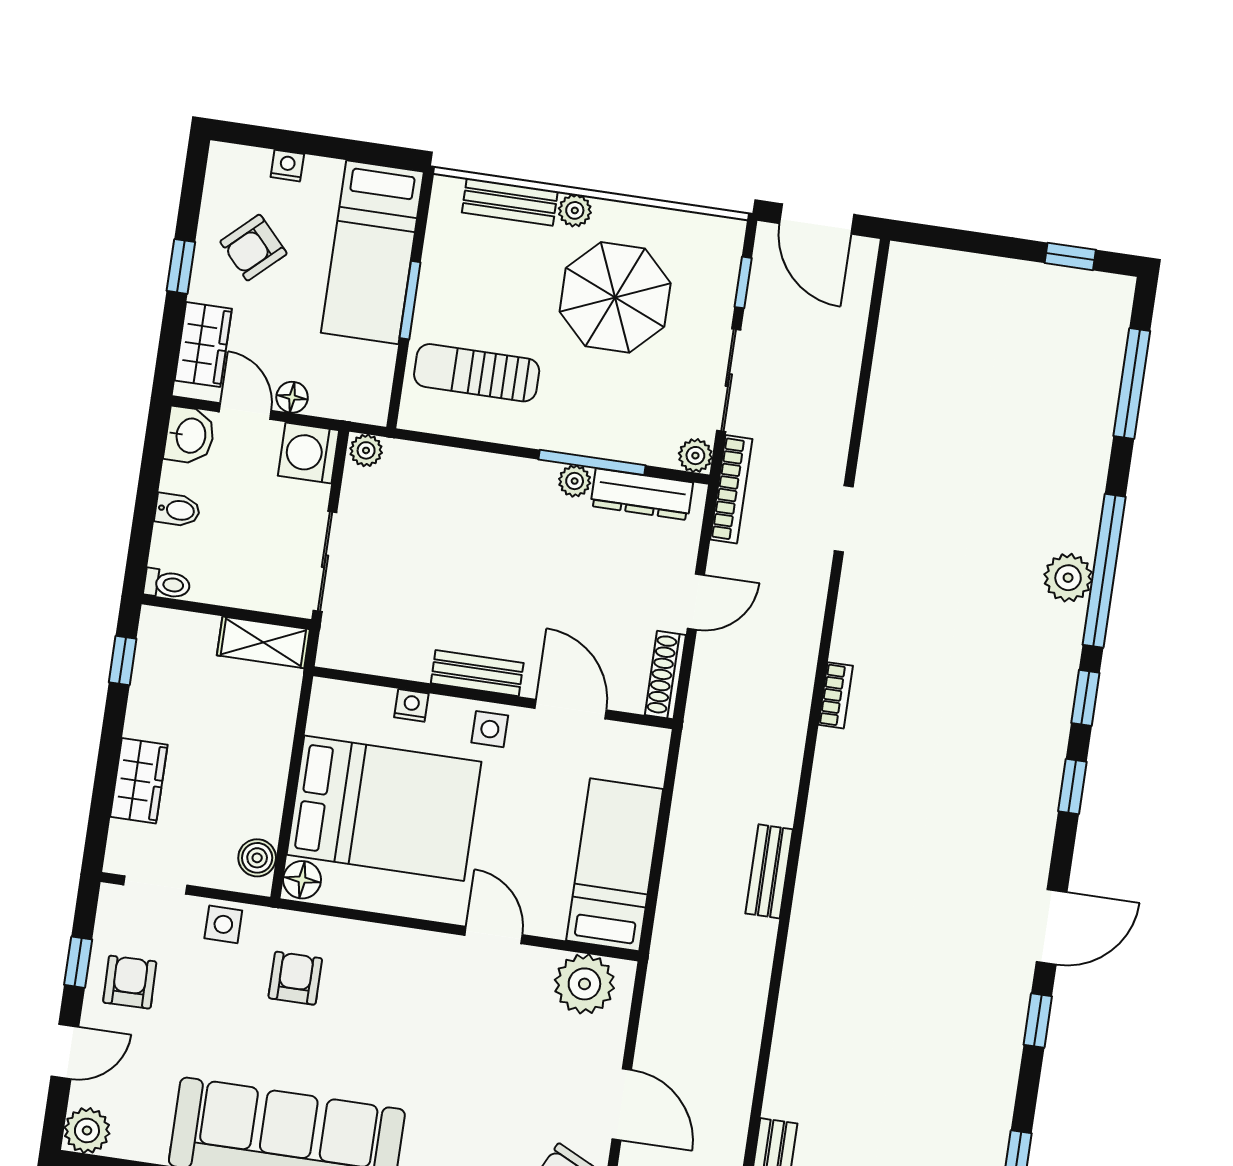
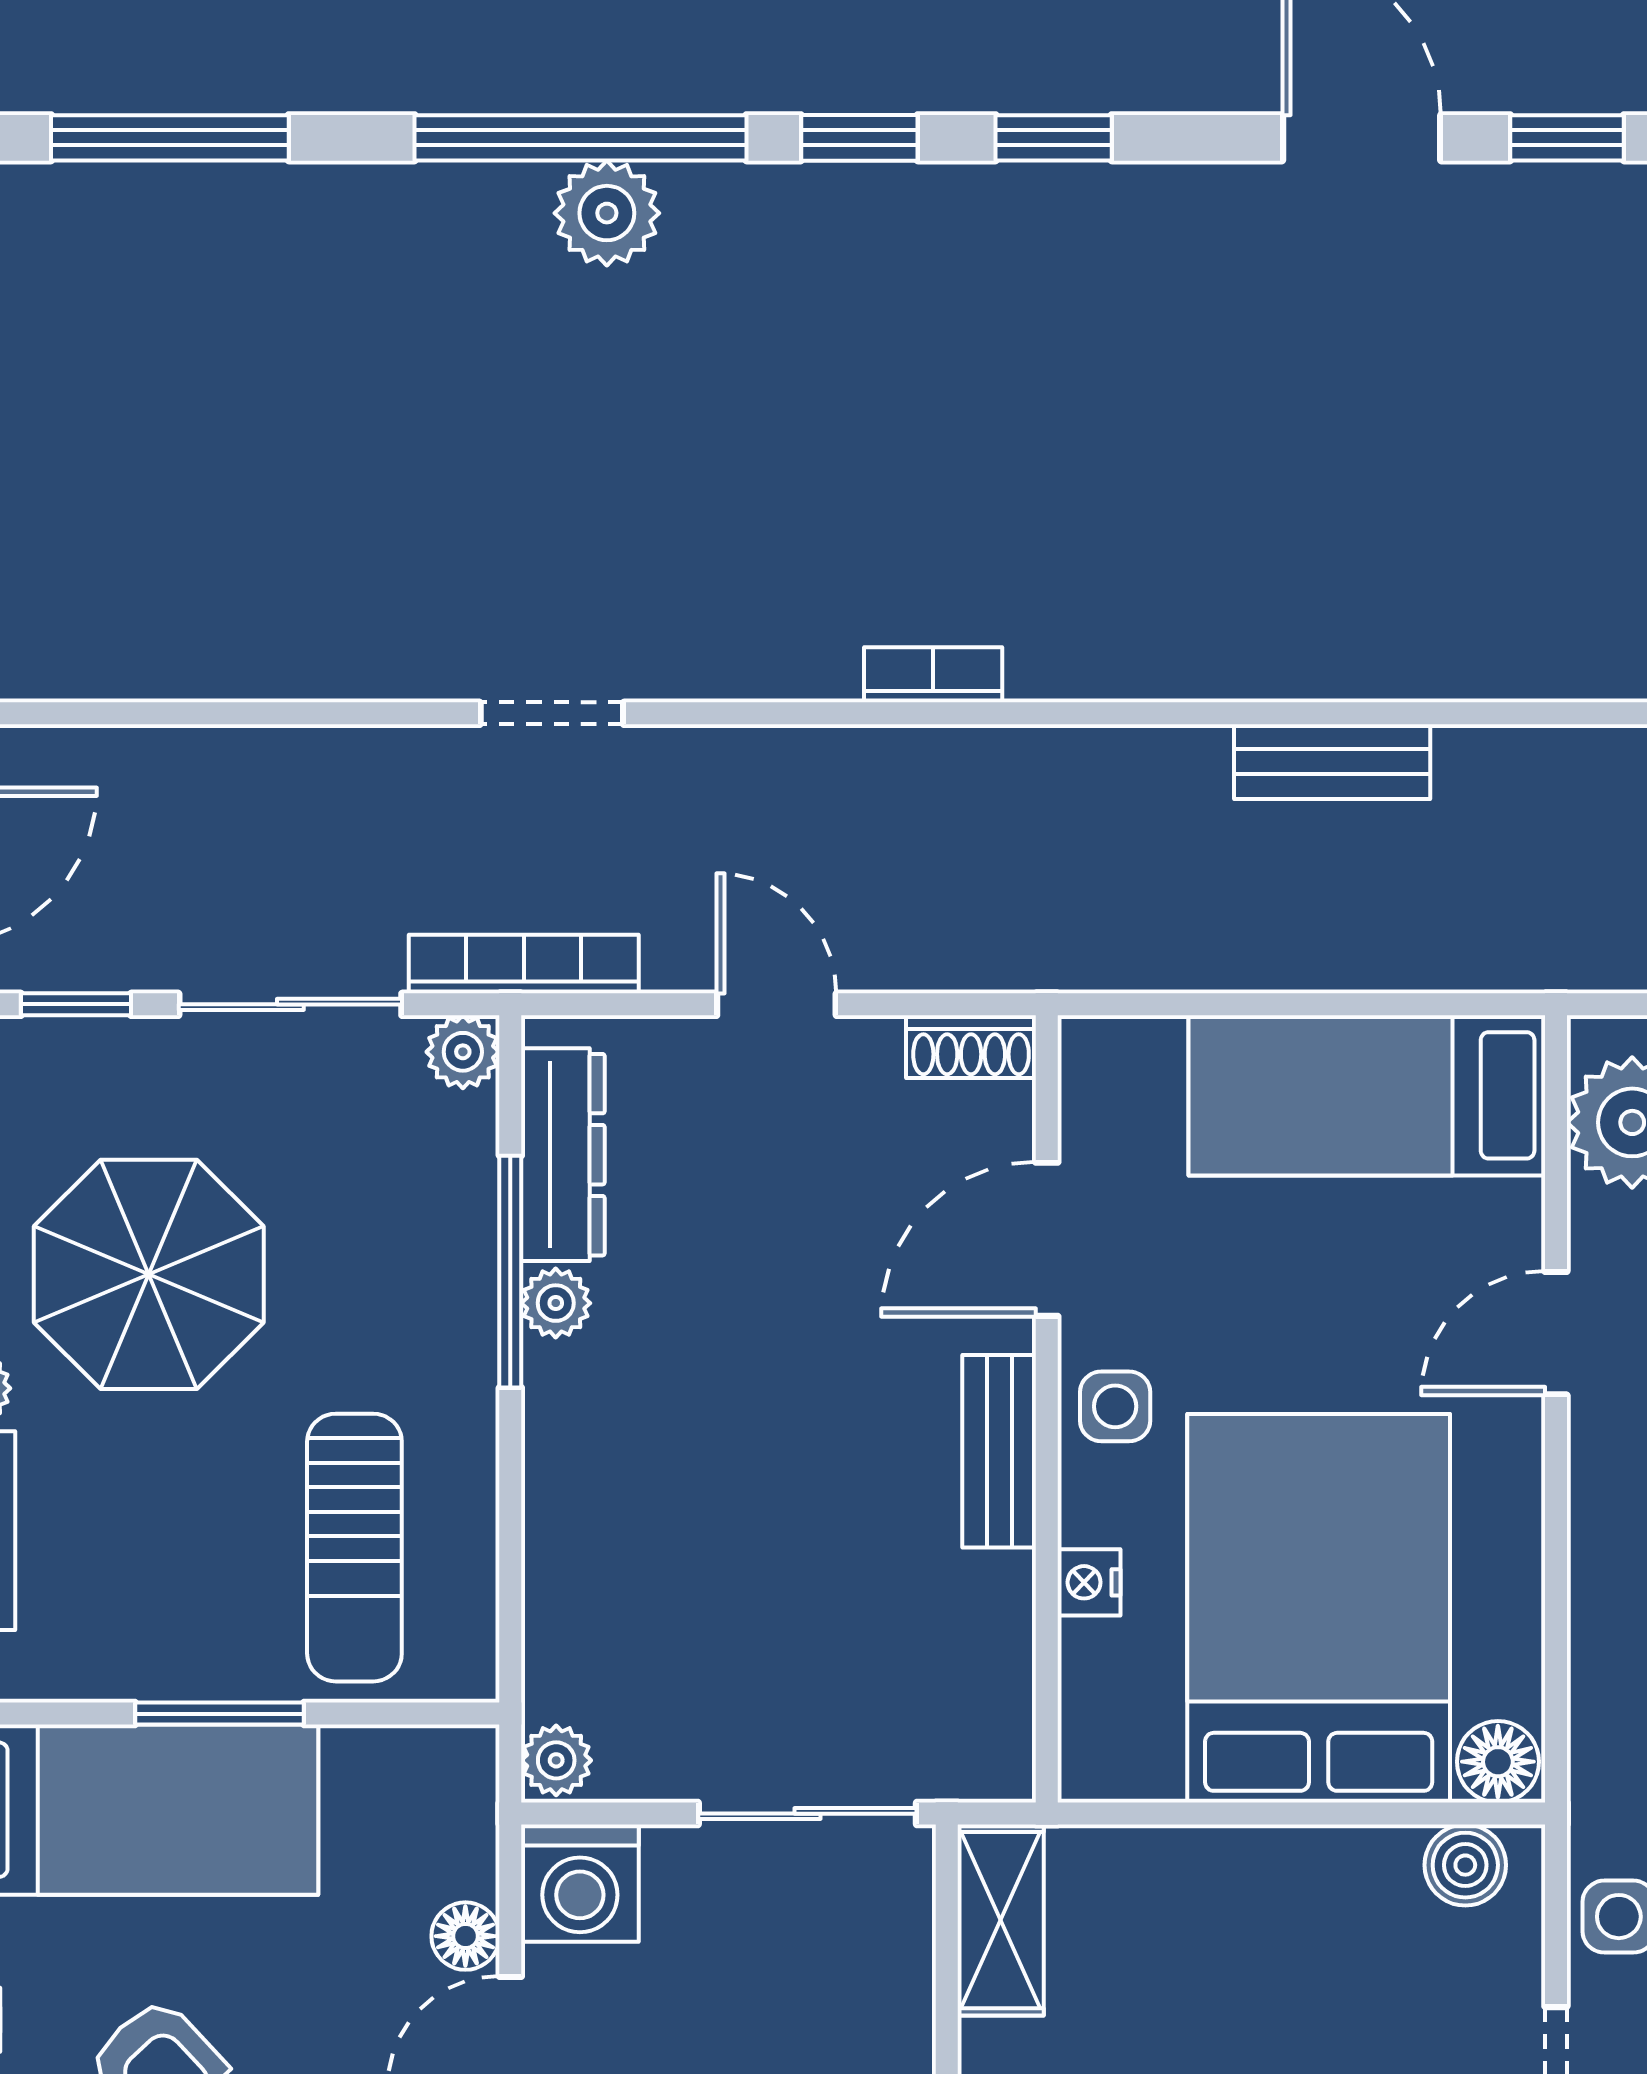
shoe rack: (665, 675) -> (971, 1047), width x0.70

